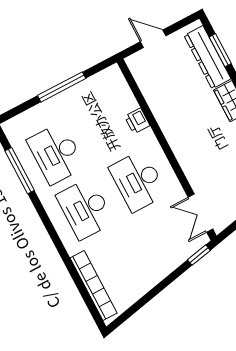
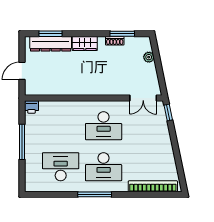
printer: (137, 121) -> (31, 107), moved
desk: (56, 154) -> (61, 167), turned 180
window: (20, 171) -> (95, 194), moved

